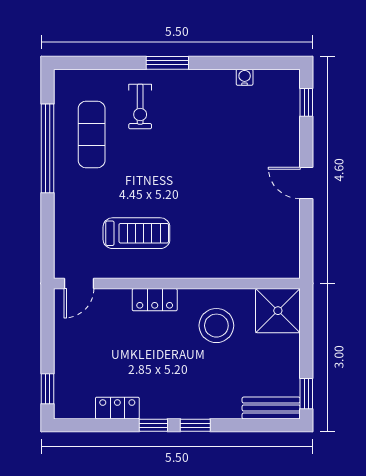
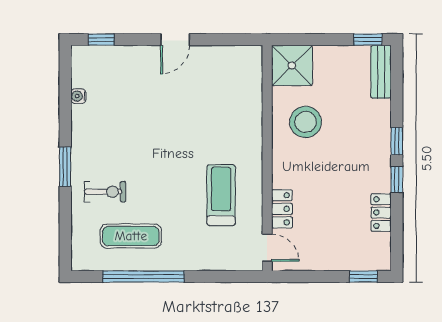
locker: (155, 300) -> (282, 209), moved

